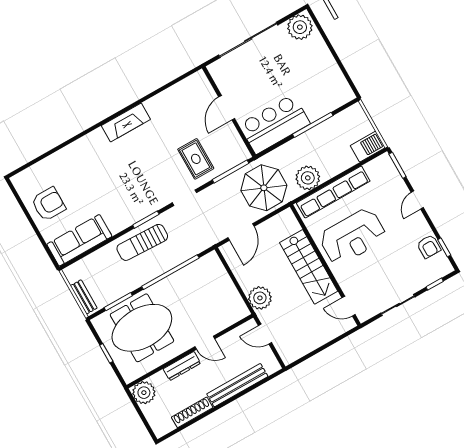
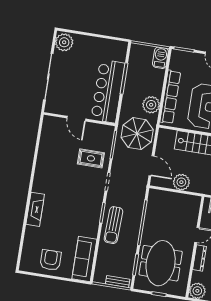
fireplace: (126, 122) -> (35, 209), moved
bar counter: (275, 124) -> (108, 91), width x1.36
plant: (260, 298) -> (181, 182), moved

